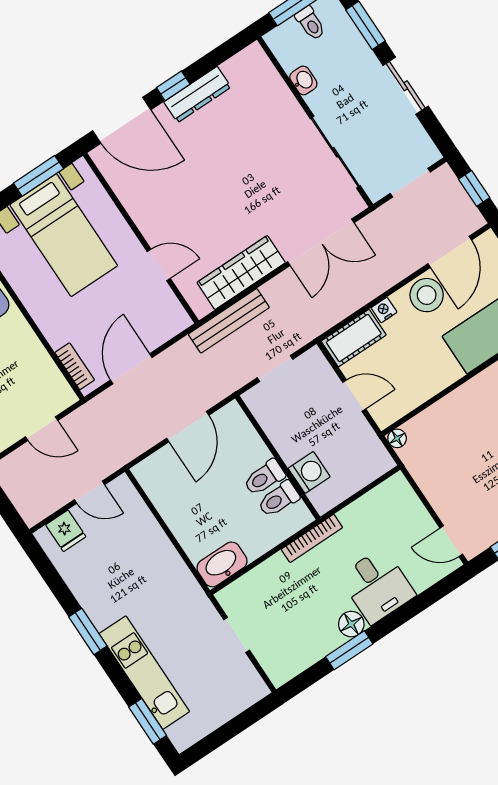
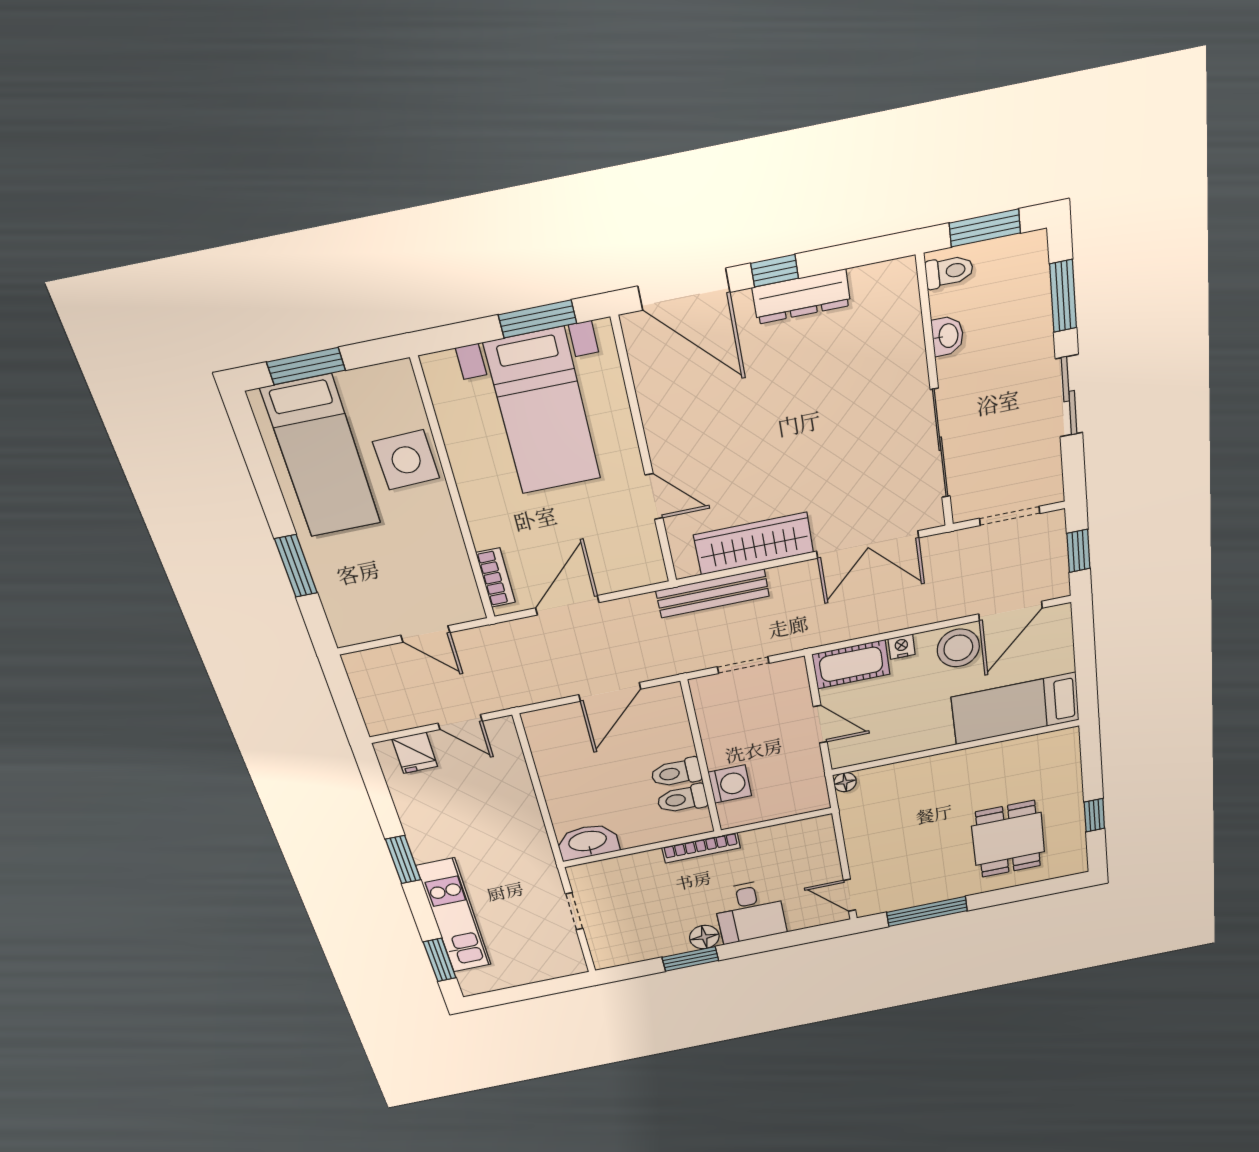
toilet: (310, 23) -> (949, 271), moved, turned -90

